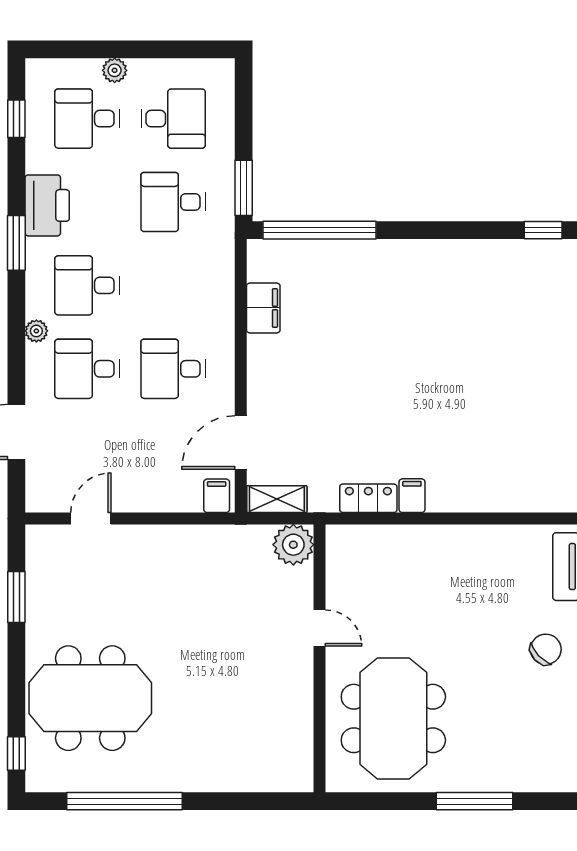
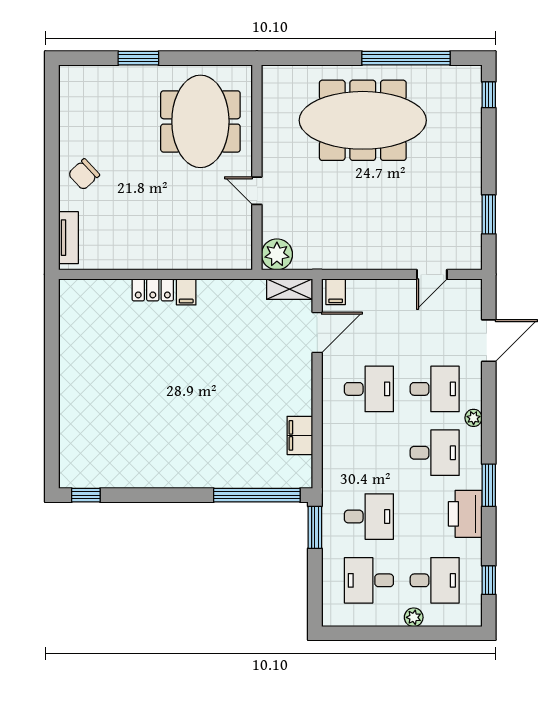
locker: (368, 498) -> (153, 290), moved
meeting table: (90, 698) -> (363, 120), moved, width x1.36
window: (474, 801) -> (138, 58), width x0.69

